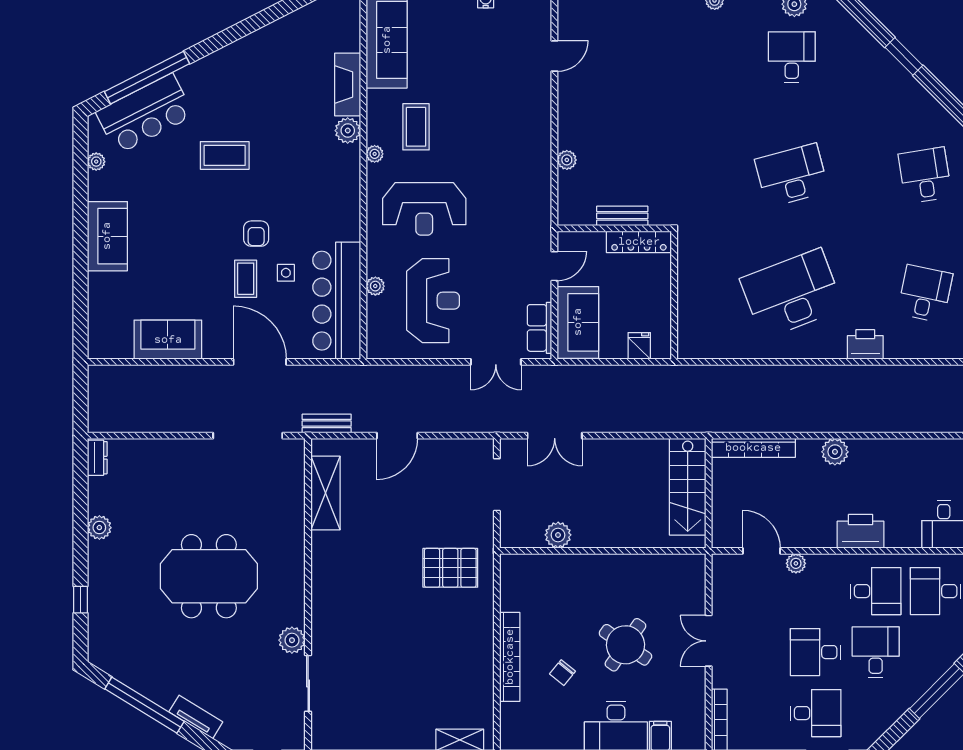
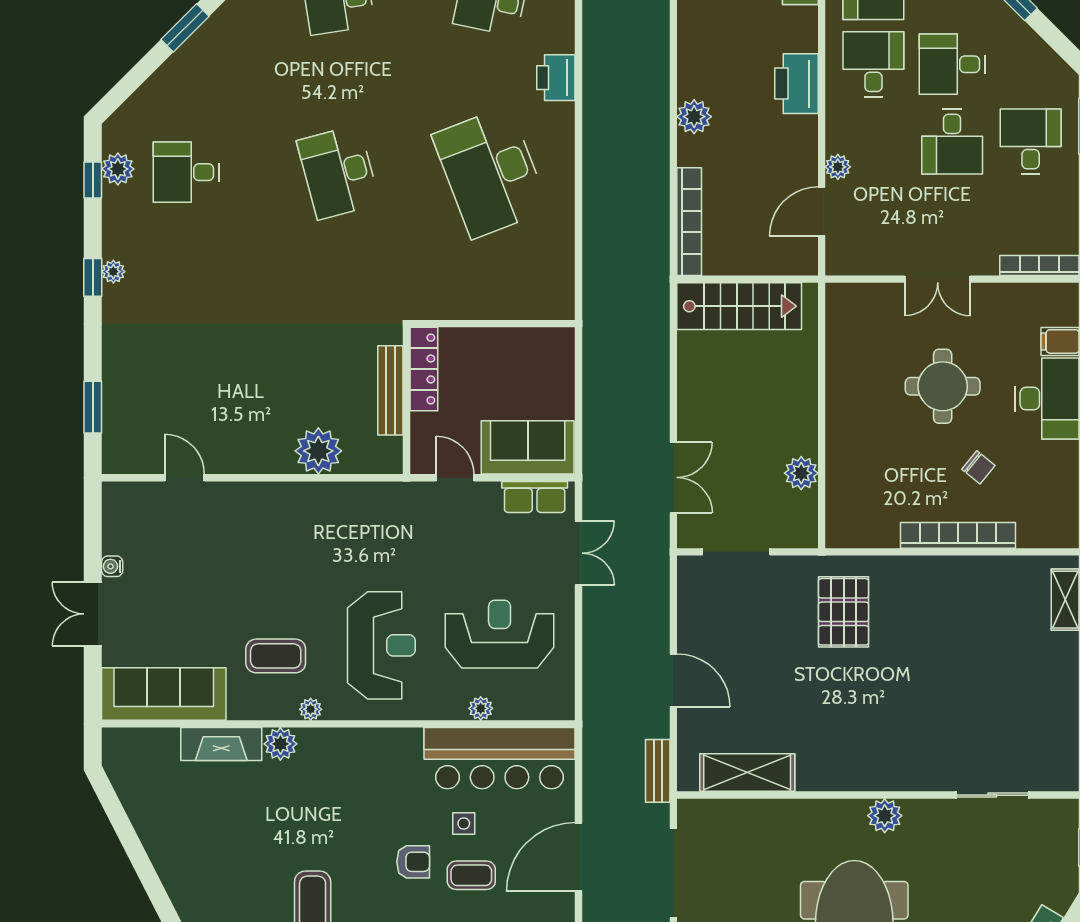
plant: (567, 160) -> (318, 451), width x1.88, depth x1.88
bench: (622, 216) -> (390, 390), width x1.36
fridge: (639, 346) -> (558, 369), removed
plant: (292, 640) -> (885, 816), moved
round table: (625, 645) -> (943, 386), turned -34

